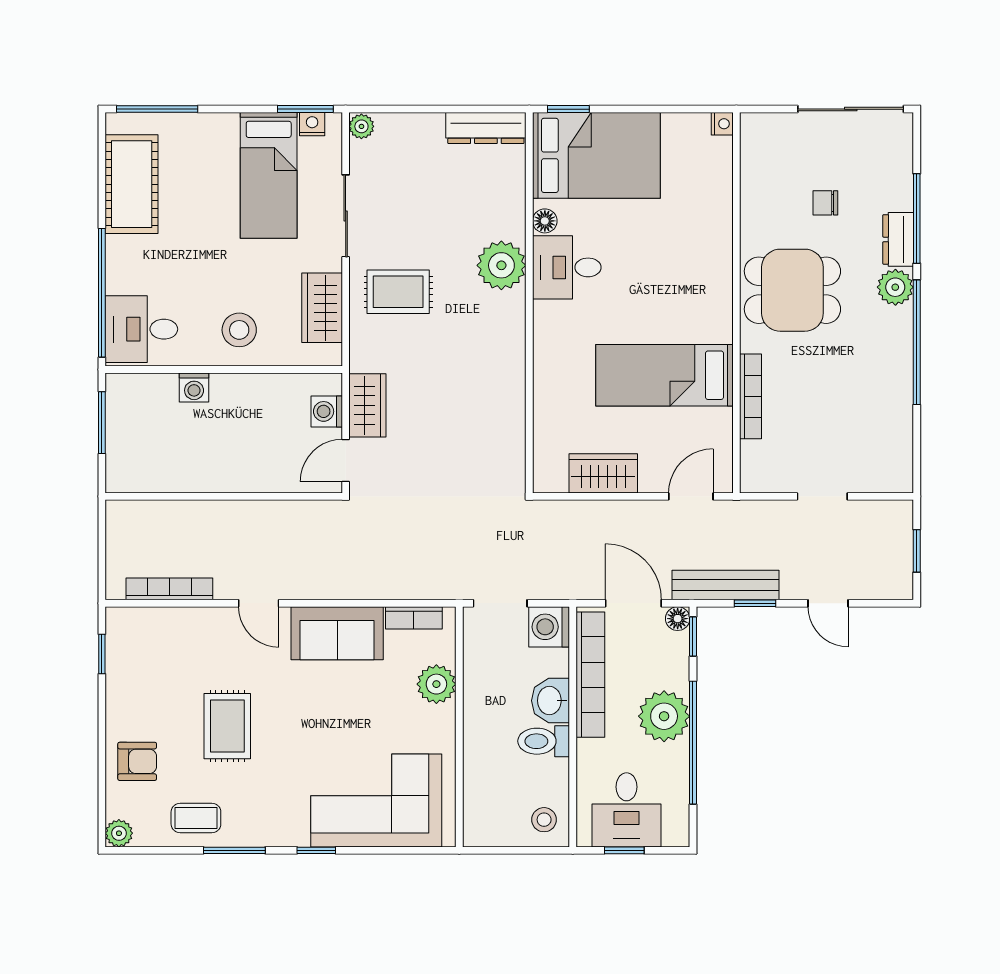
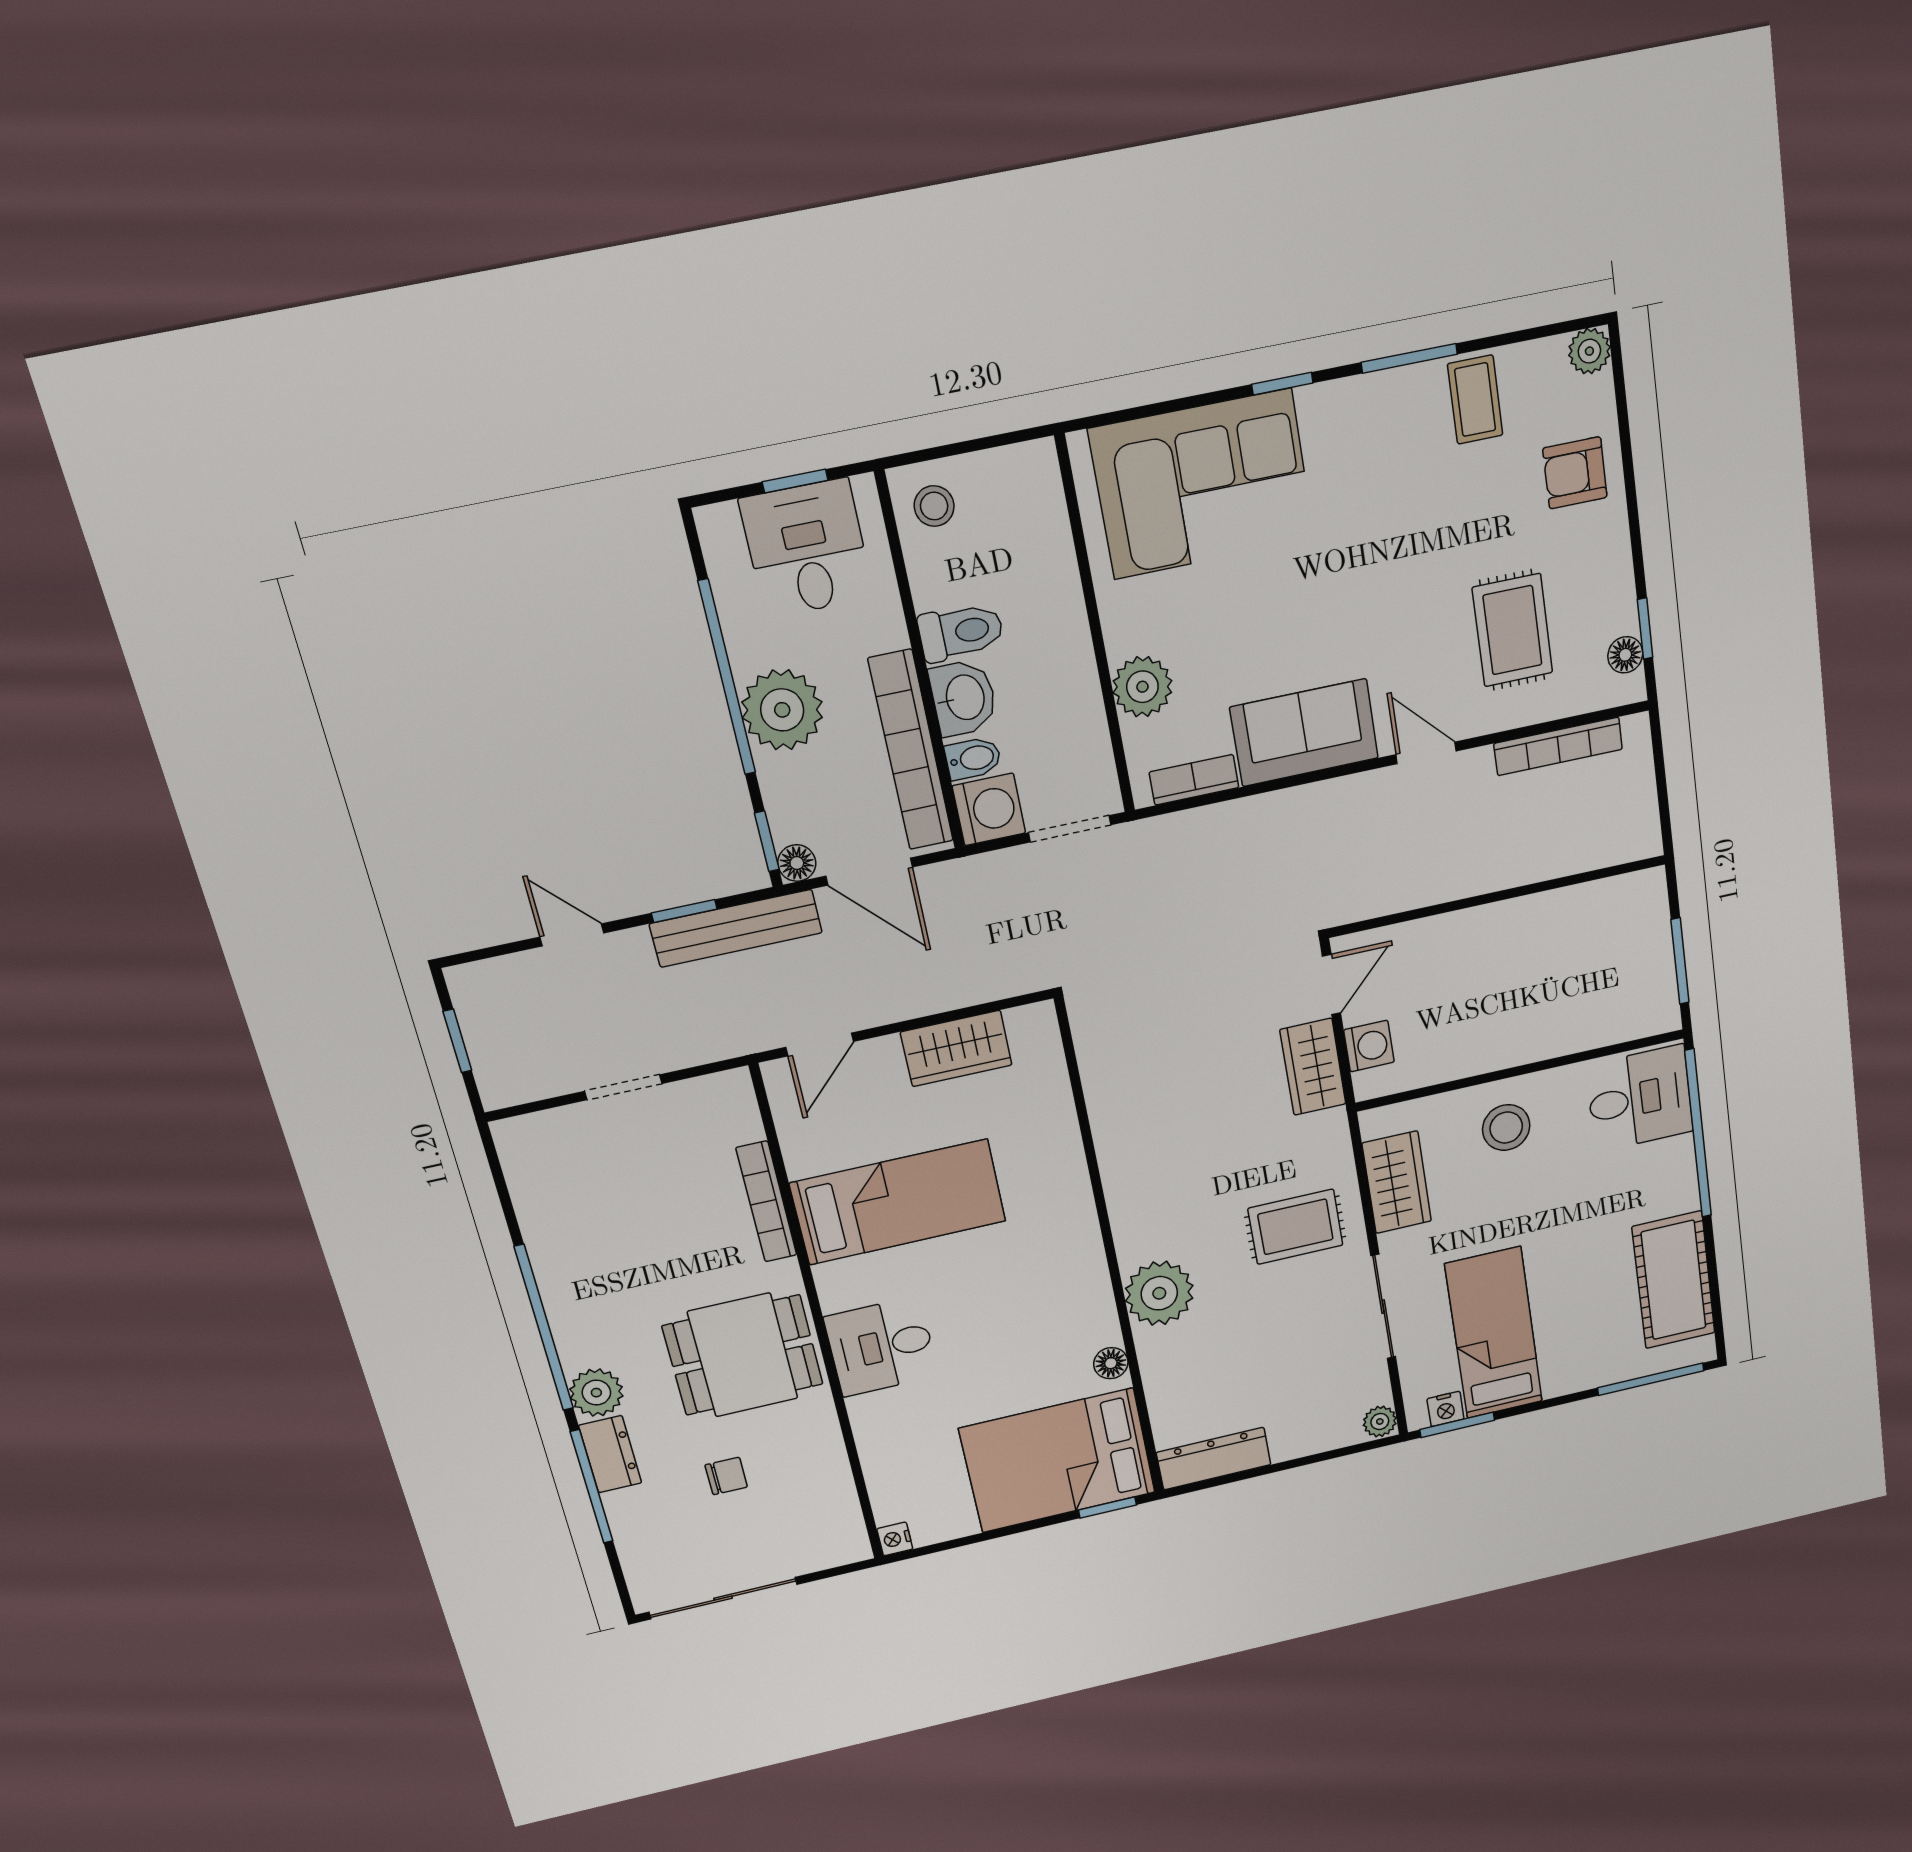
desk: (567, 267) -> (881, 1346), moved, turned 180
washing machine: (194, 387) -> (1558, 1037), removed
floor lamp: (117, 640) -> (1625, 655), added
bidet: (552, 661) -> (973, 758), added
rug: (227, 726) -> (1512, 630), moved
coffee table: (196, 818) -> (1475, 400), turned 90

